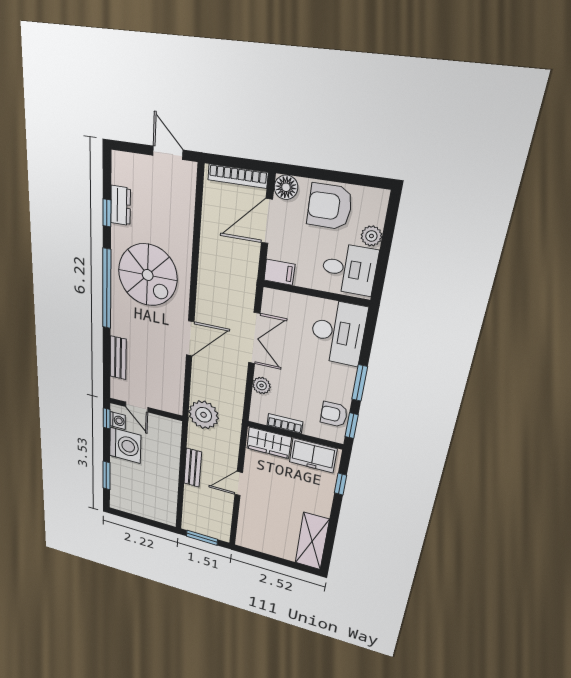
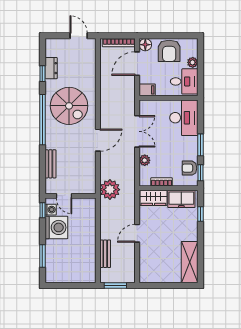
armchair: (330, 206) -> (169, 51), turned -90
bench: (193, 468) -> (105, 254), moved

